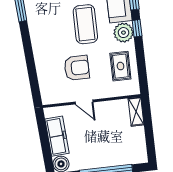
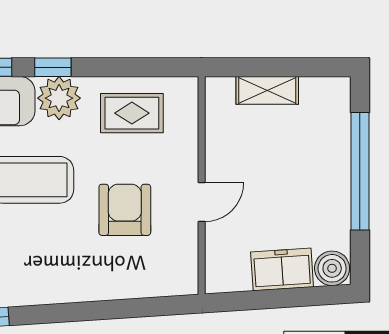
shelving: (136, 112) -> (267, 90), moved
freezer: (57, 136) -> (282, 269), width x0.71

